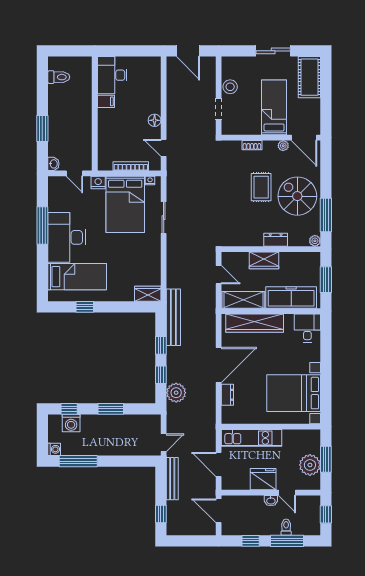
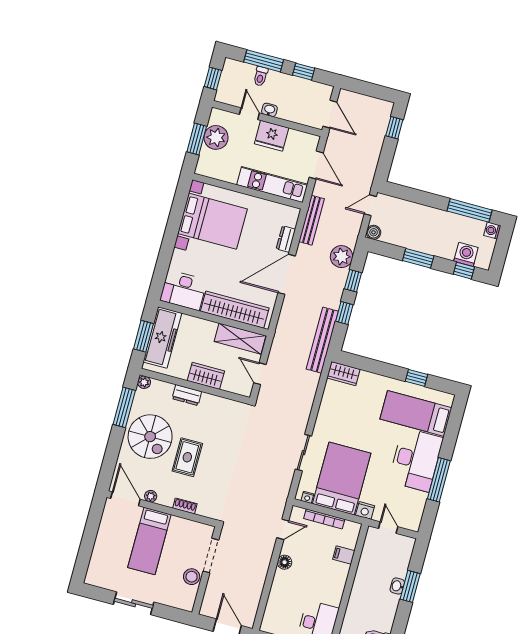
cot: (309, 77) -> (102, 564), removed
filing cabinet: (106, 101) -> (344, 555), moved
doorway: (219, 109) -> (211, 556), width x1.38
door: (164, 148) -> (283, 529), hinge flipped
washbasin: (53, 164) -> (397, 586), moved
freezer: (291, 297) -> (162, 337), moved, turned -90
desk: (307, 328) -> (184, 290), width x1.37
boiler: (155, 421) -> (374, 232), added
bench: (172, 479) -> (312, 220), moved

